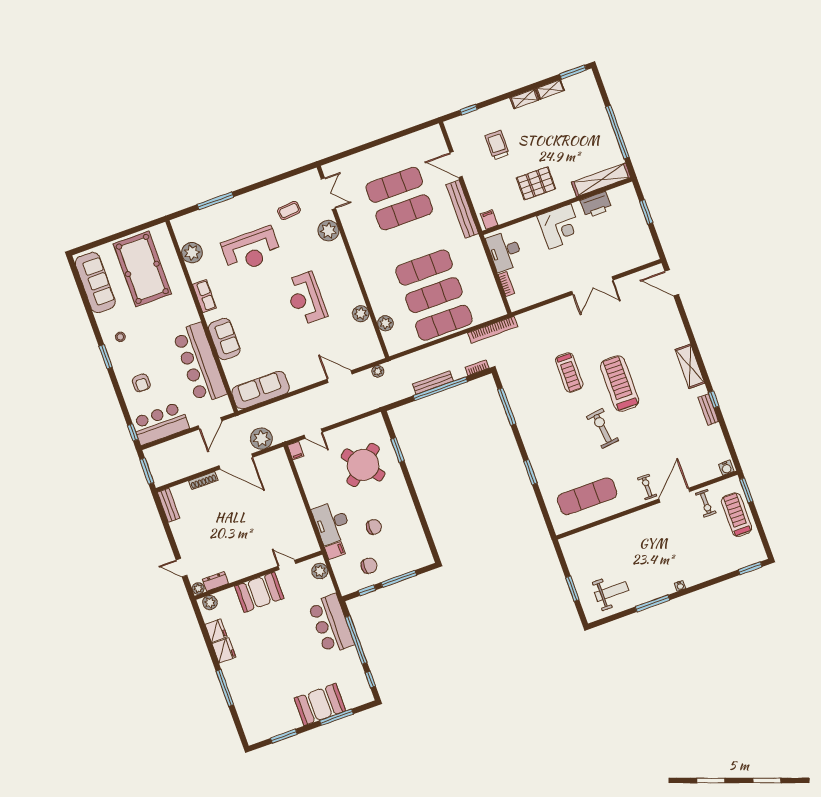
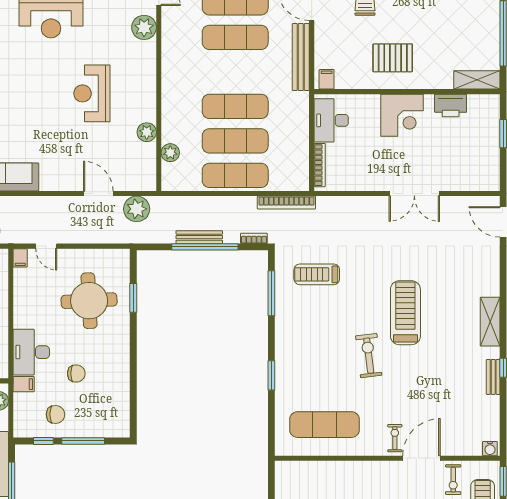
shelving: (601, 180) -> (477, 80), width x0.68
bookcase: (506, 284) -> (320, 165), width x1.56
plant: (378, 371) -> (137, 209), width x1.88, depth x1.88
treadmill: (569, 372) -> (317, 274), moved, turned 90
round table: (363, 465) -> (89, 301), turned 35

